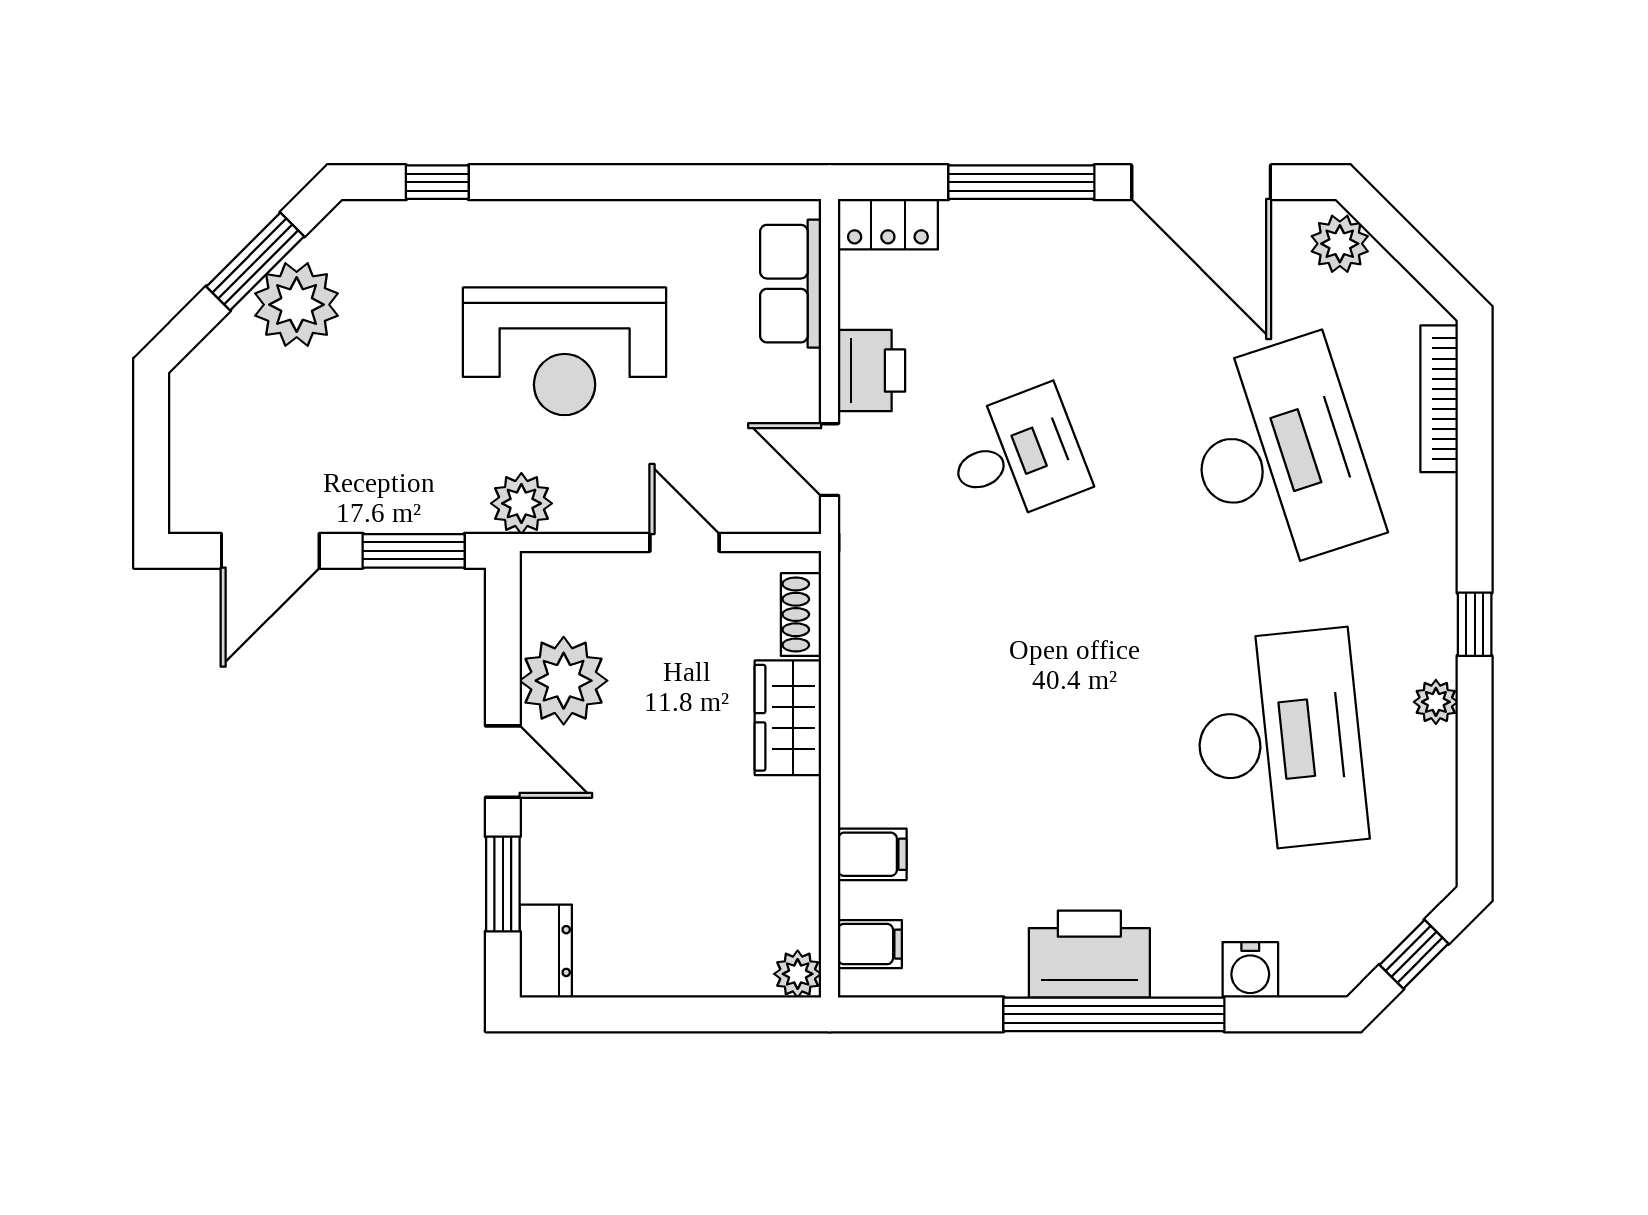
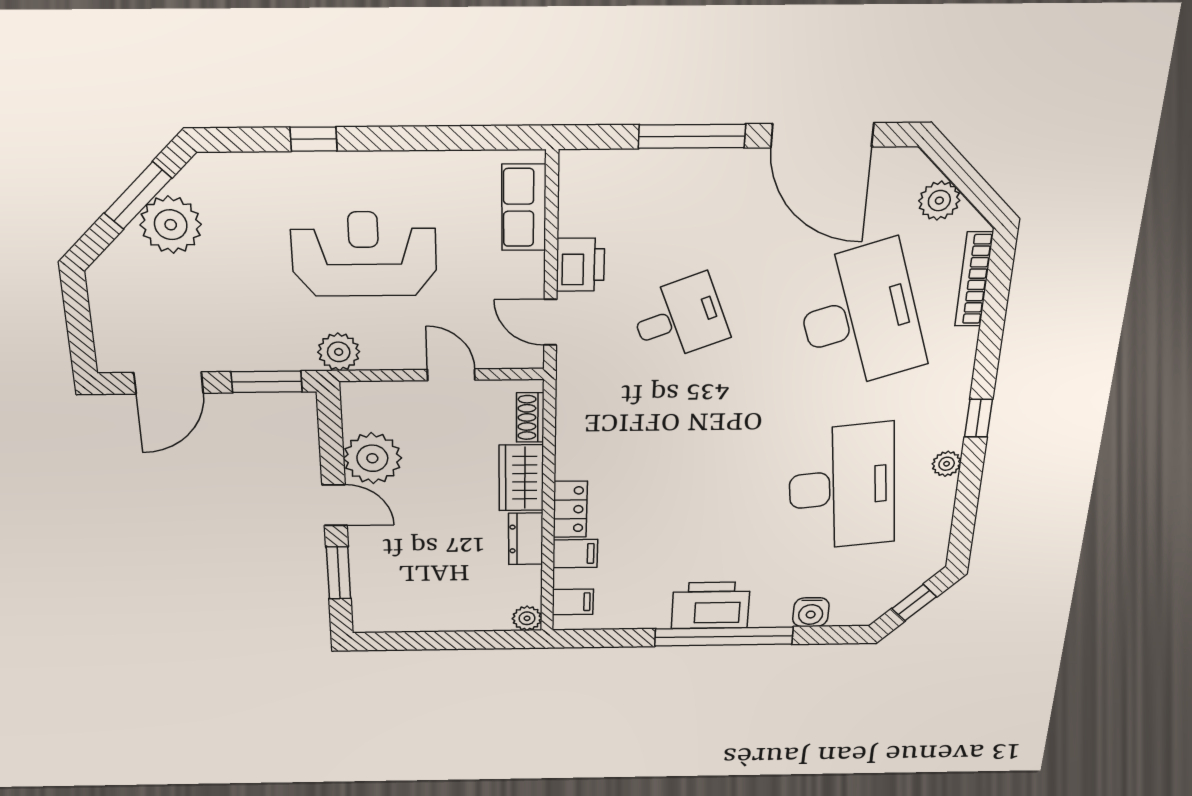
window: (437, 182) -> (314, 139), moved
locker: (888, 224) -> (570, 509), moved, turned -90
plant: (1340, 244) -> (939, 201), moved
reception desk: (565, 351) -> (364, 254), turned 180
dresser: (546, 951) -> (526, 539), moved, turned 180

